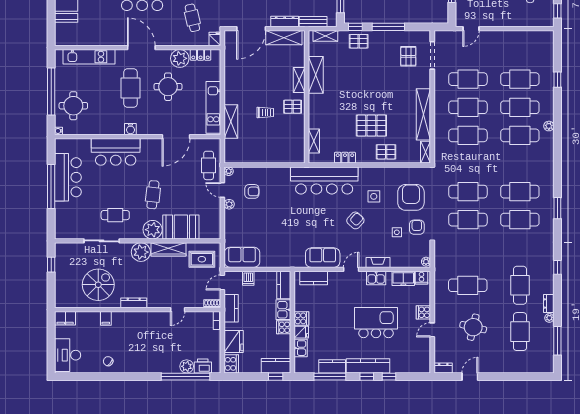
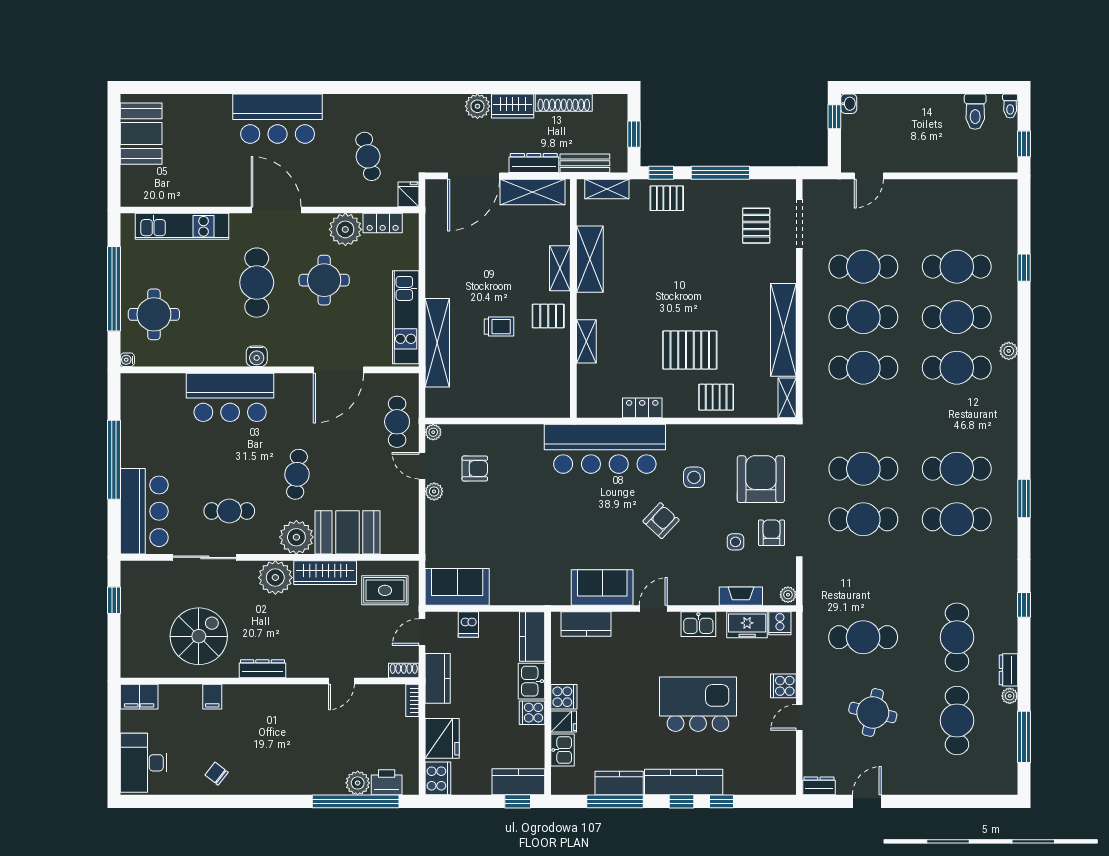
shelving: (231, 122) -> (437, 343), width x1.47
shelving: (314, 141) -> (586, 341), moved
bar counter: (68, 177) -> (144, 511), moved
fireplace: (378, 262) -> (741, 596), moved

